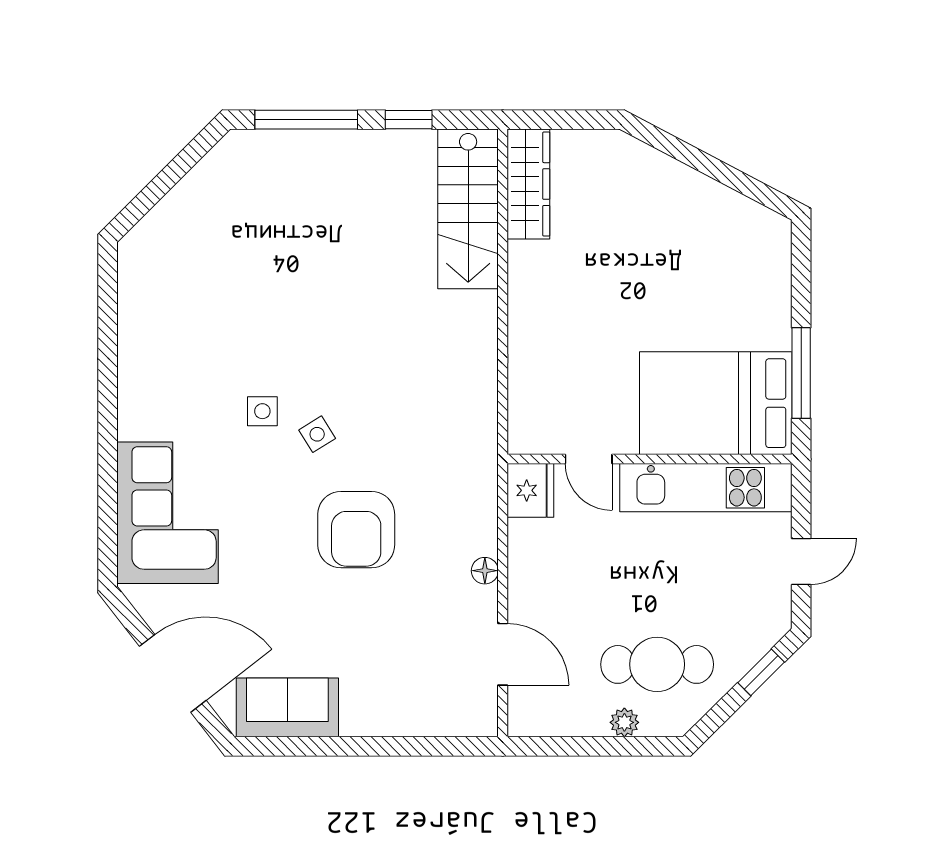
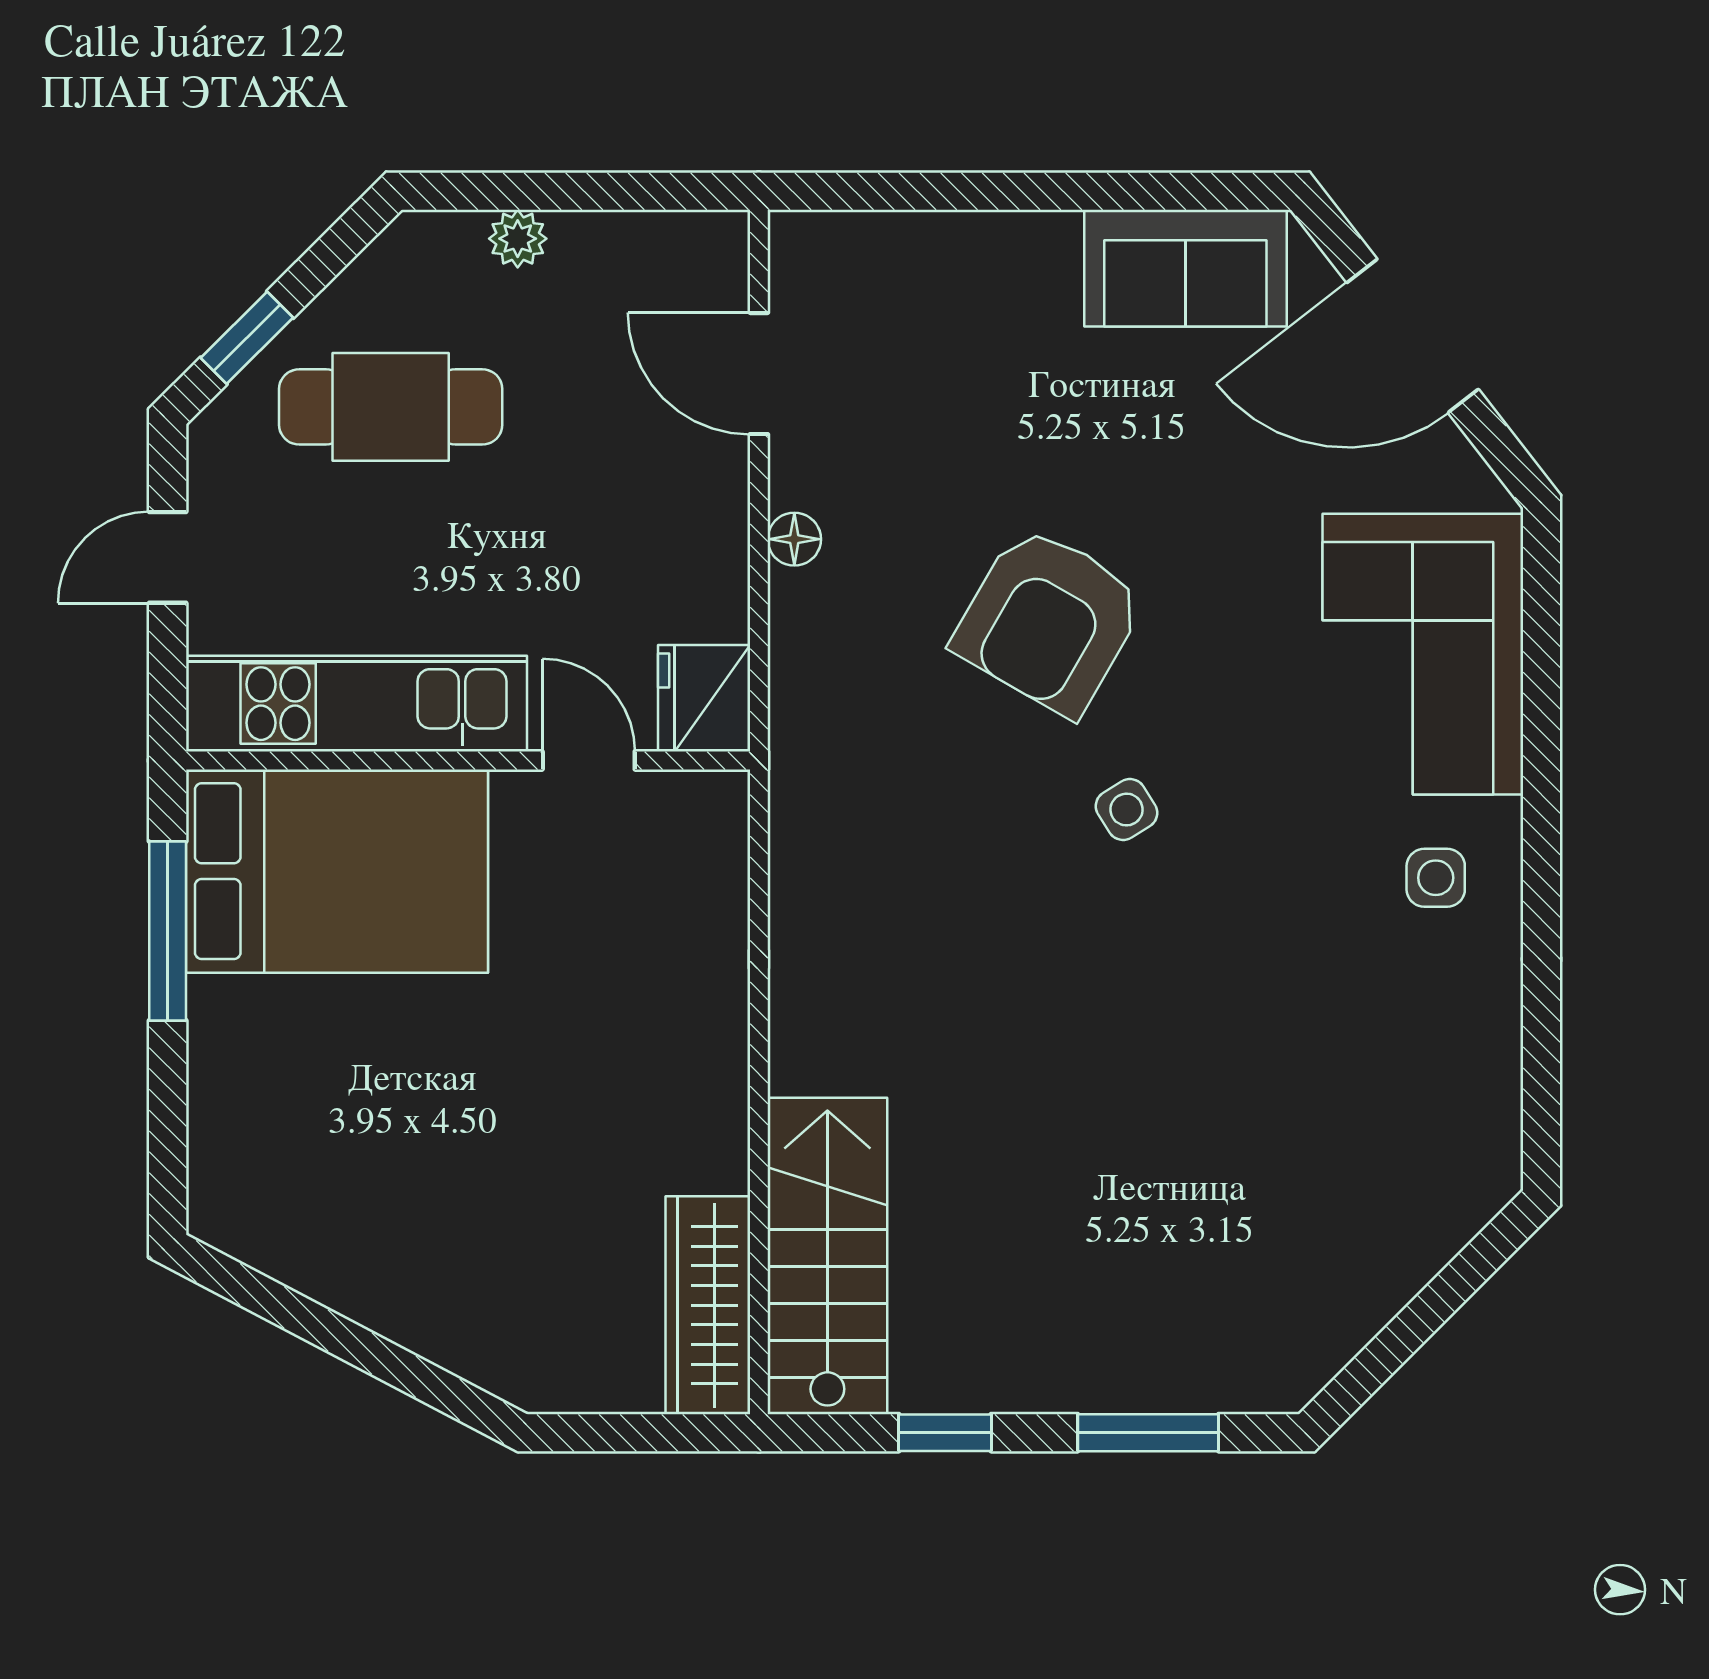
window: (306, 120) -> (1148, 1433), width x0.69
side table: (262, 411) -> (1436, 878), moved
armchair: (356, 530) -> (1049, 621), turned -150
cafe table: (657, 664) -> (391, 407), moved

